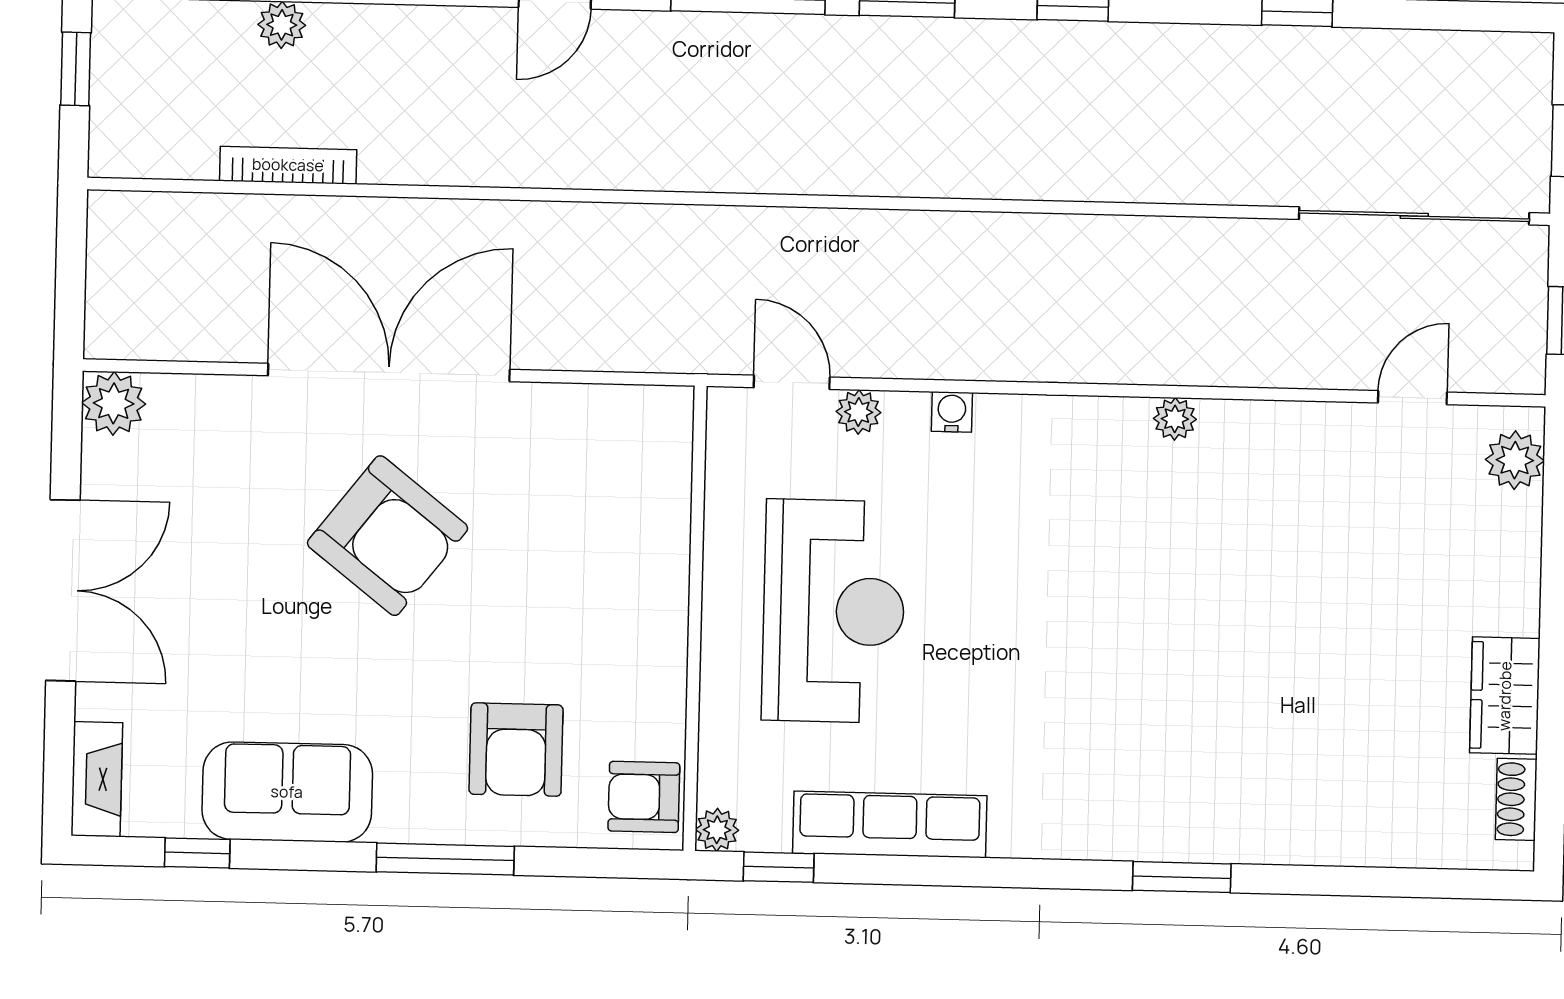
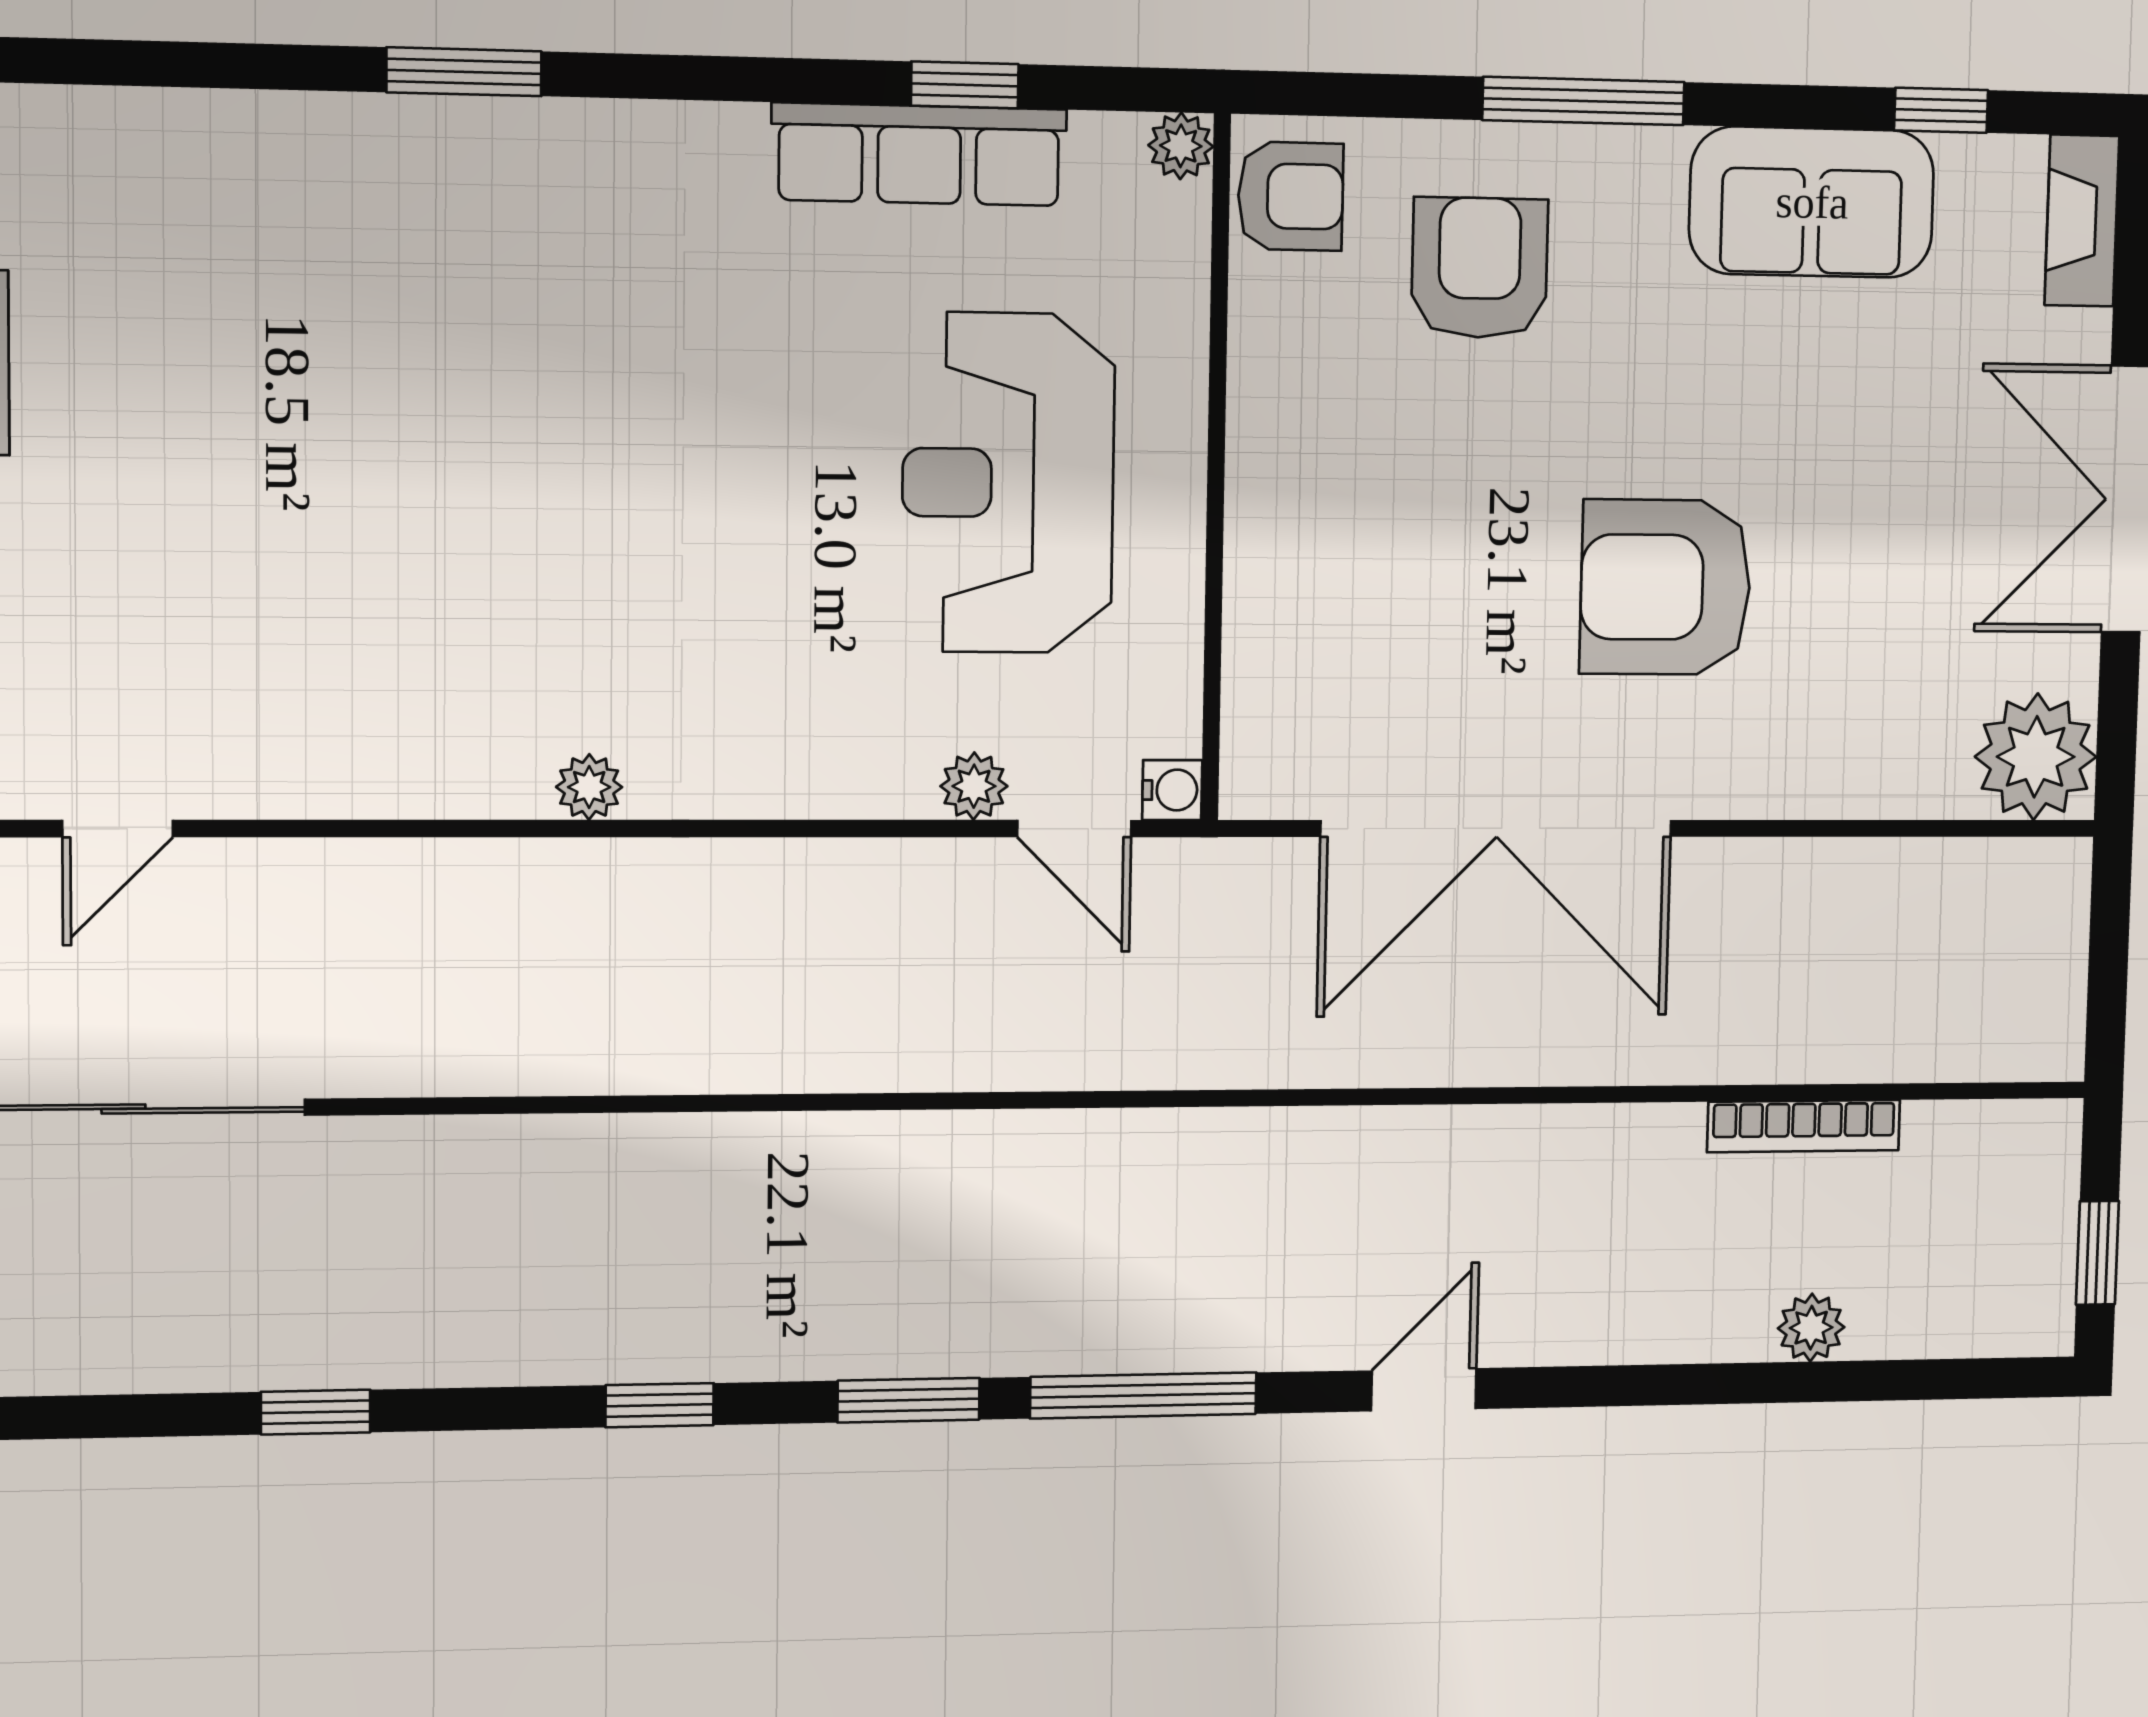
double door: (389, 373) -> (1497, 828), moved
plant: (114, 403) -> (2036, 757), width x1.36, depth x1.36
water cooler: (952, 412) -> (1172, 790), moved, turned -90
plant: (1175, 419) -> (589, 787), moved
armchair: (387, 536) -> (1666, 587), turned -38
window: (779, 867) -> (965, 85), moved

